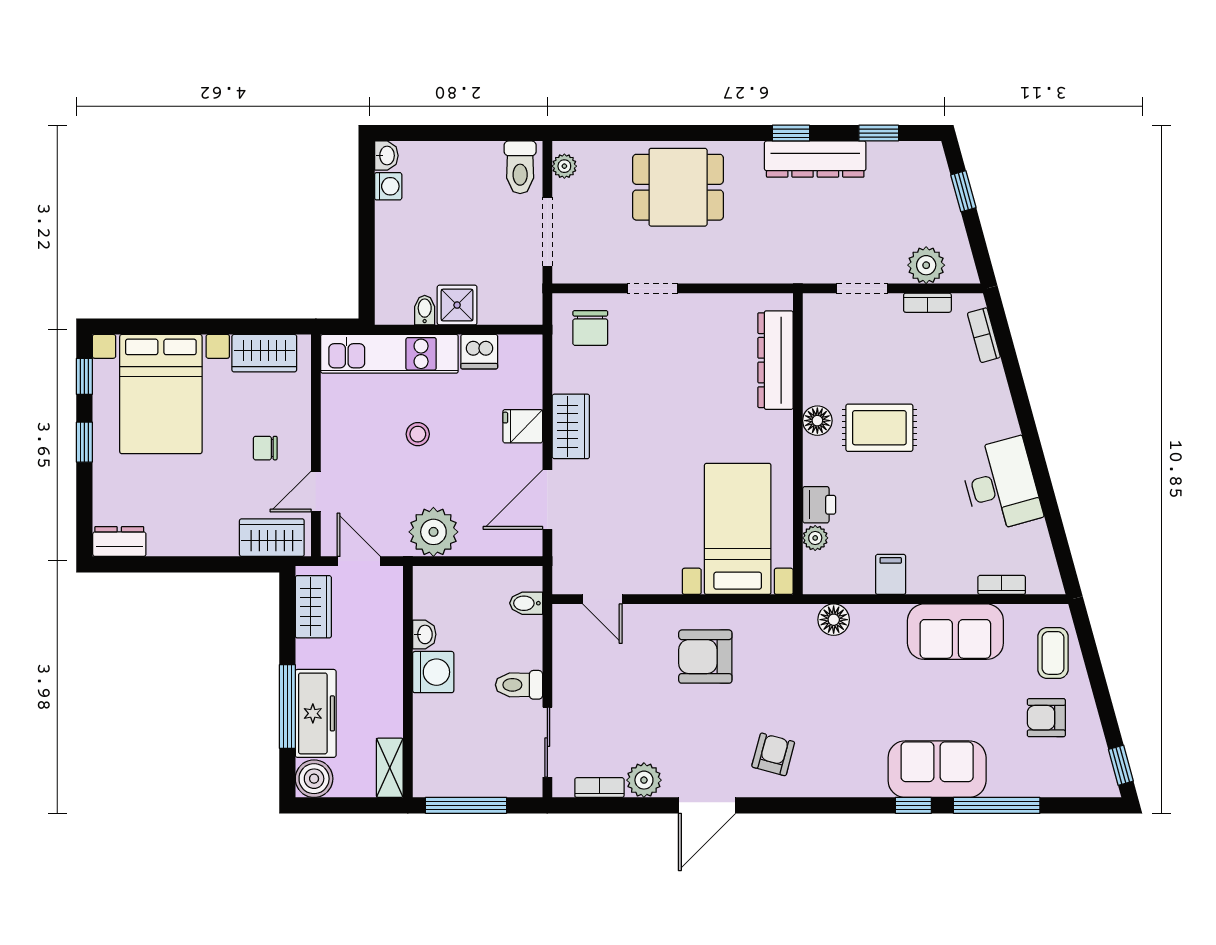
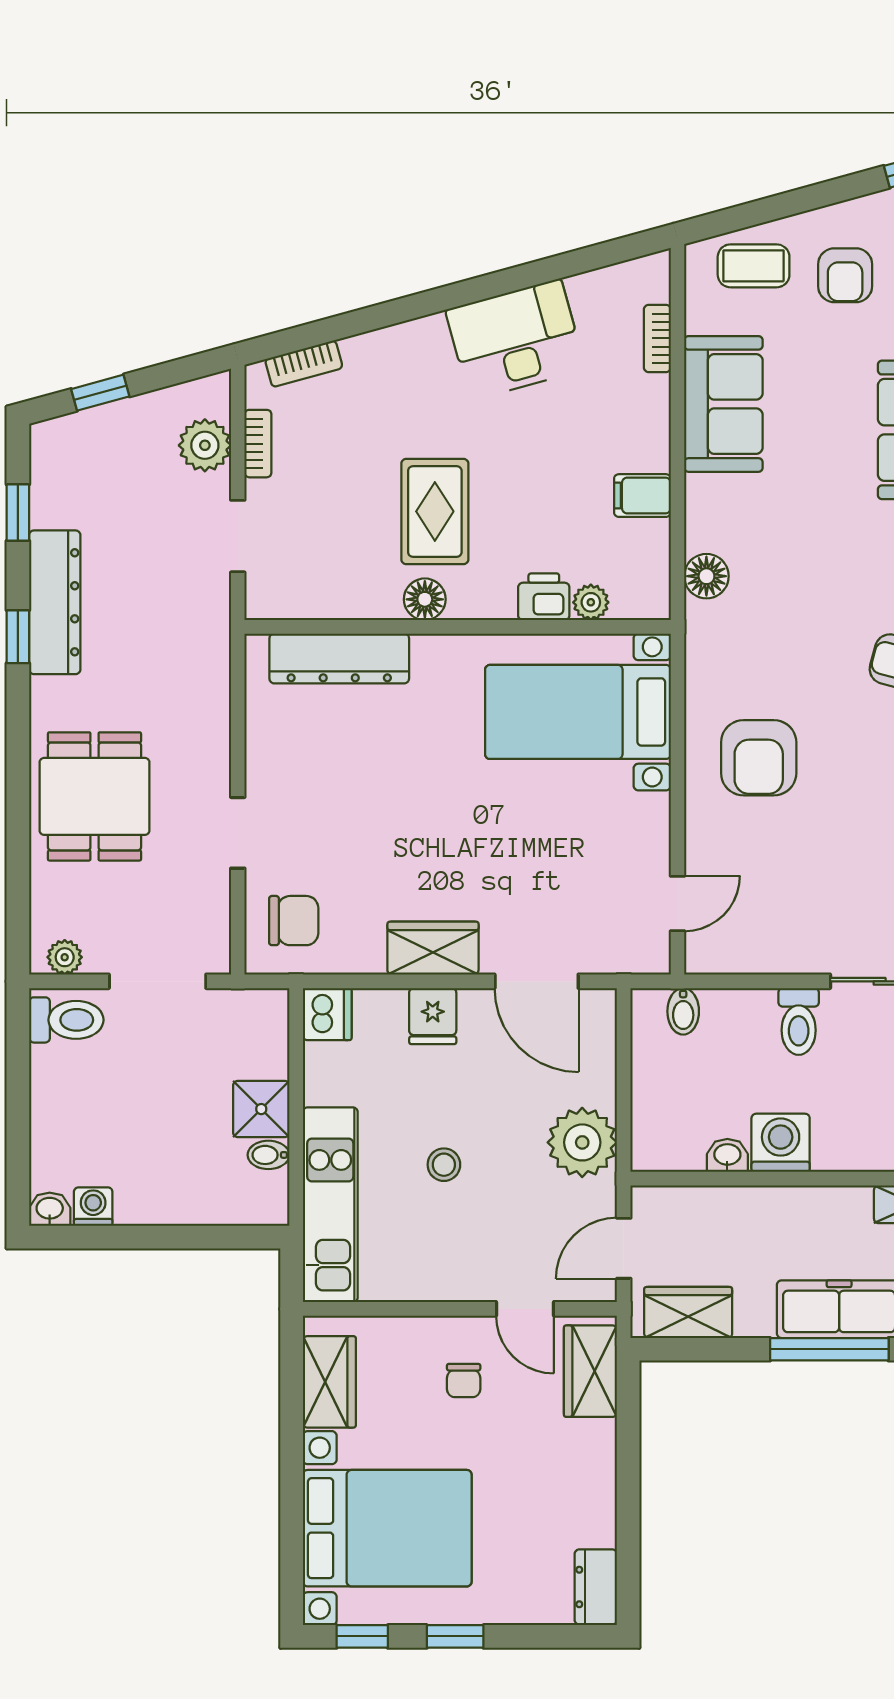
dishwasher: (479, 352) -> (327, 1014), moved

